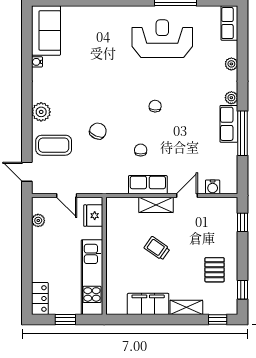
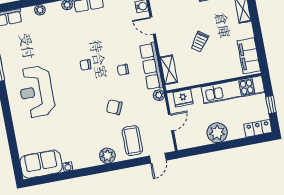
reception desk: (162, 39) -> (36, 92), moved
row of seats: (148, 185) -> (151, 66), width x1.48
plant: (102, 187) -> (159, 95), added
shelving: (156, 205) -> (169, 70), moved
plant: (38, 220) -> (217, 133), moved, width x1.88, depth x1.88
filing cabinet: (148, 304) -> (249, 56), moved

